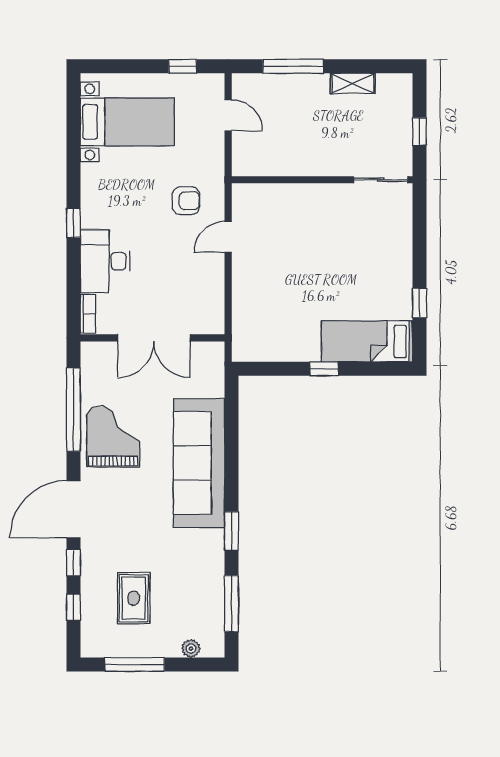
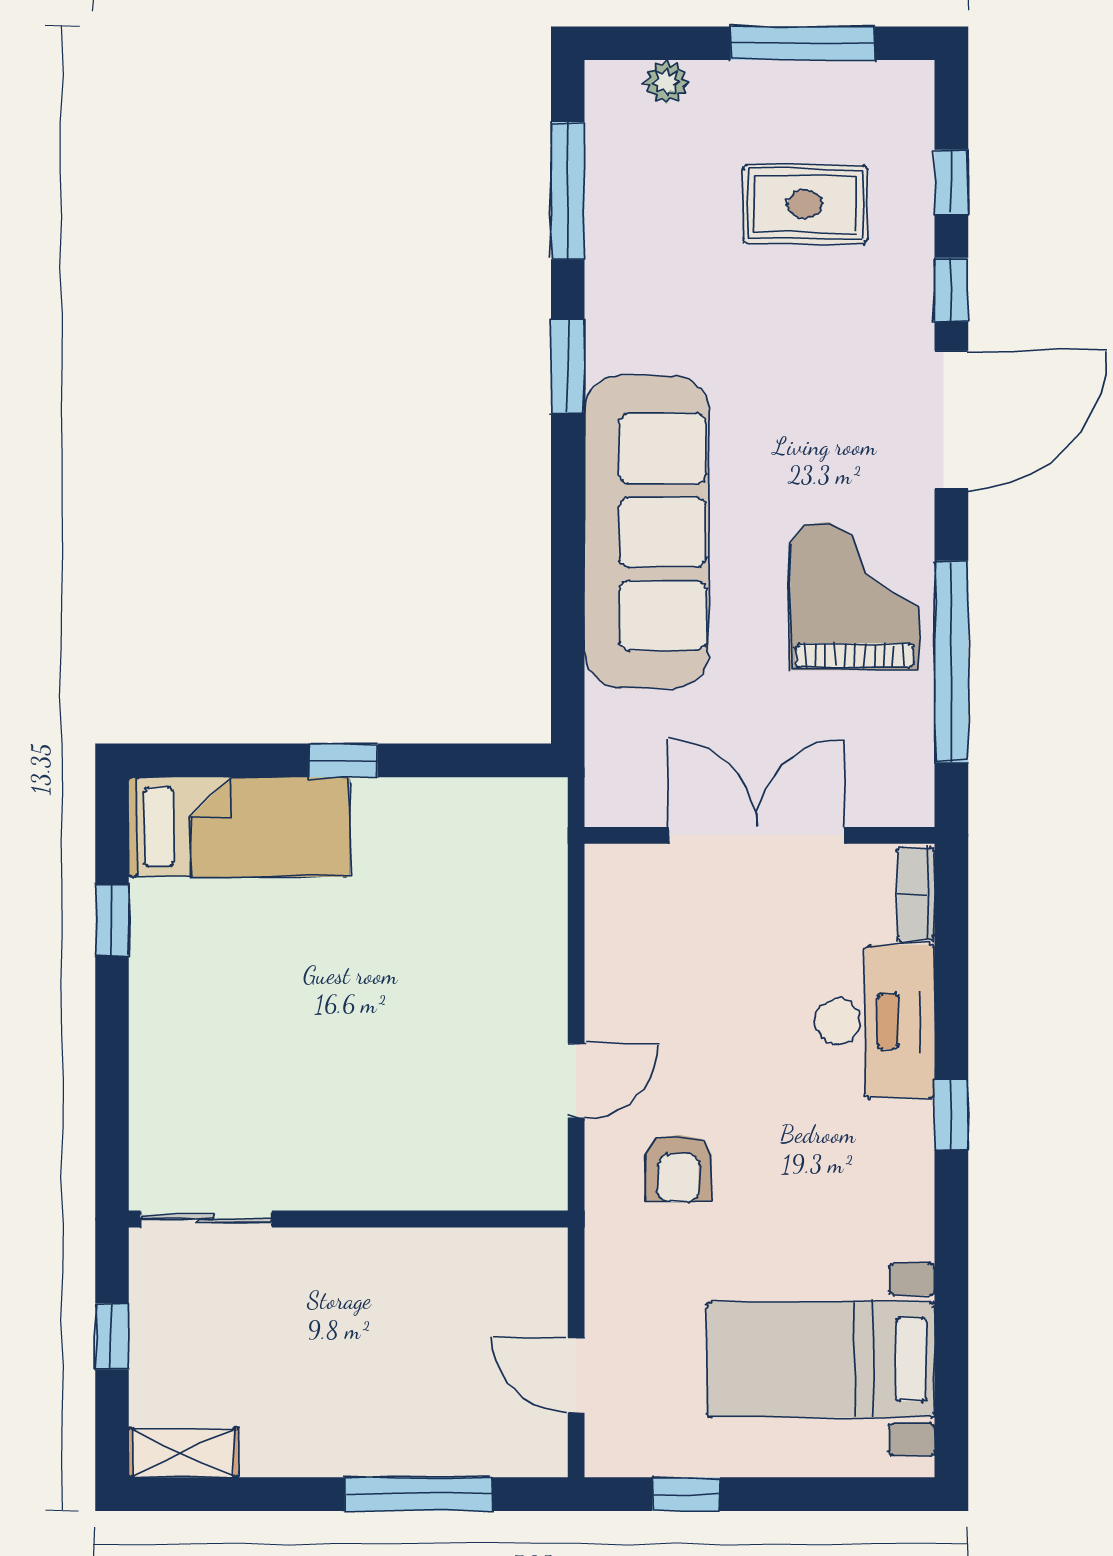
shelving: (353, 83) -> (183, 1453), moved
armchair: (186, 201) -> (678, 1168), turned -90
grand piano: (113, 437) -> (855, 596), turned 180
rug: (134, 598) -> (805, 204), turned 90

